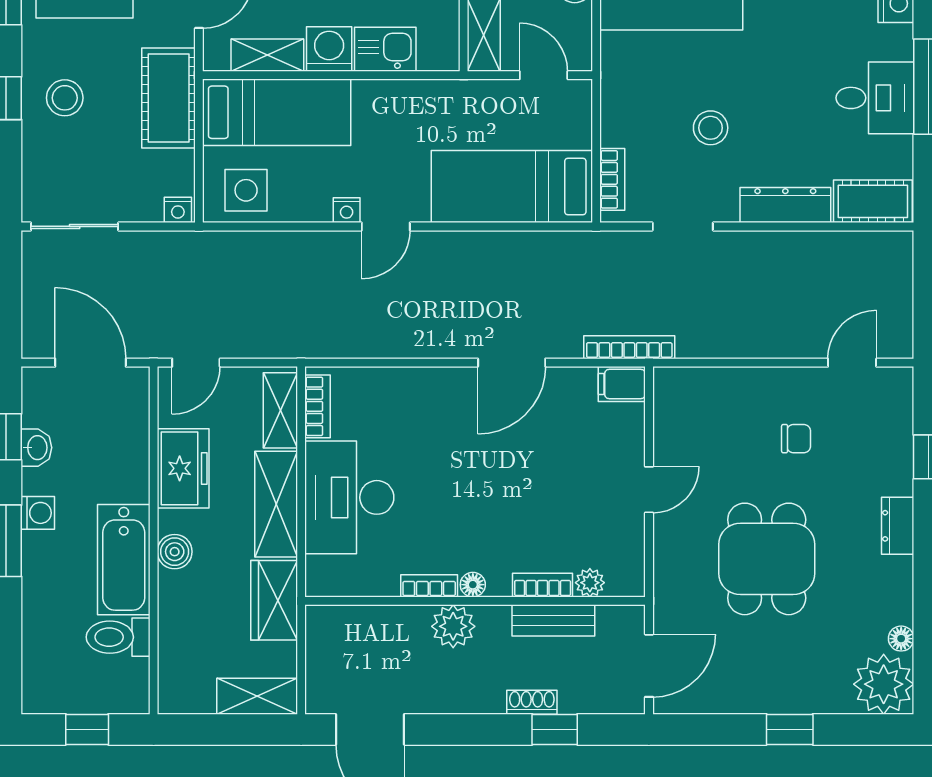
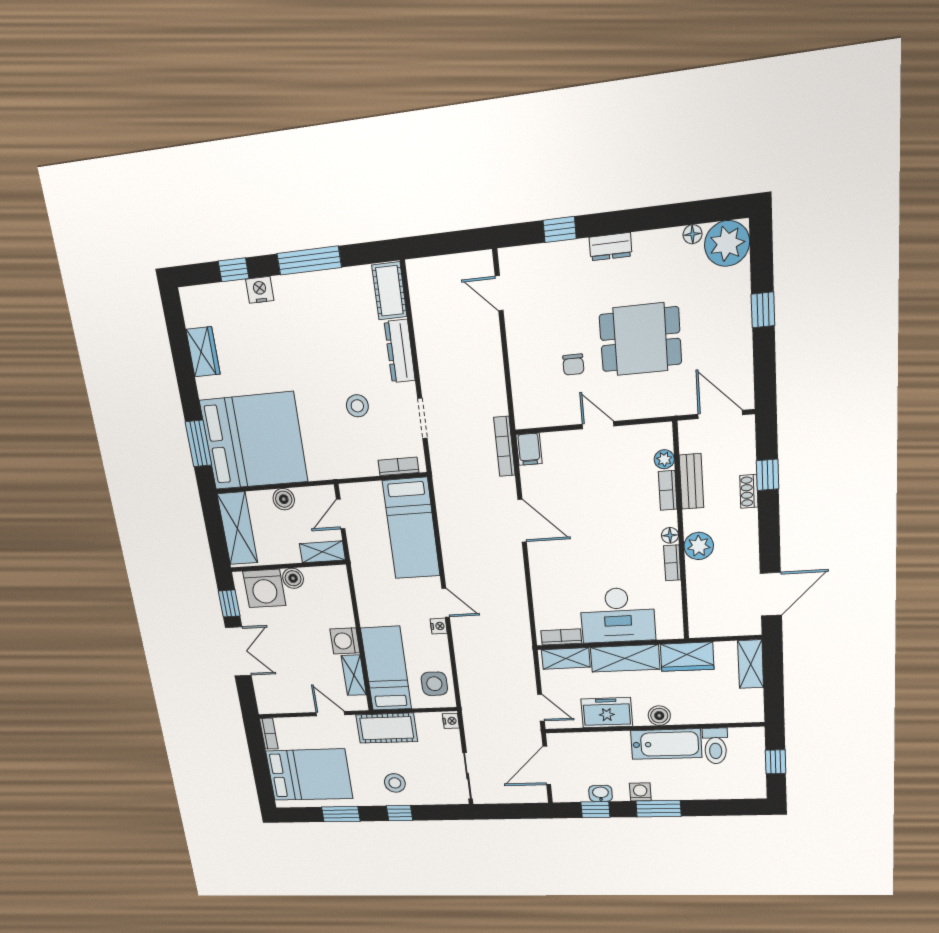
kitchen sink: (385, 49) -> (340, 609), removed
desk: (875, 98) -> (322, 297), removed
chair: (796, 439) -> (573, 365), moved, turned 180

